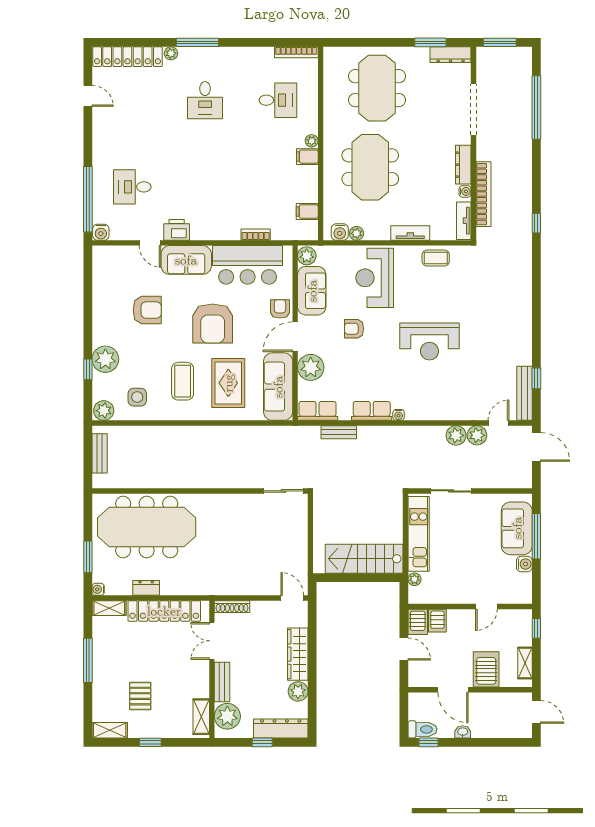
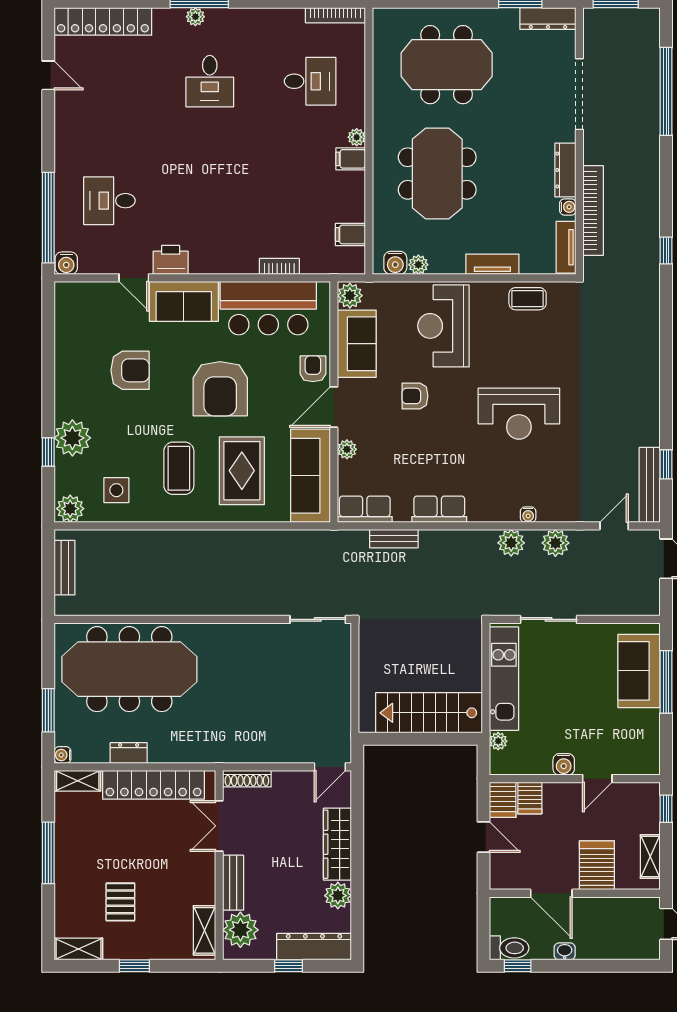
plant: (171, 53) -> (195, 17), moved
meeting table: (377, 88) -> (447, 65), turned 90
plant: (311, 367) -> (347, 449), width x0.53, depth x0.53
water cooler: (399, 415) -> (528, 515), moved
plant: (477, 435) -> (511, 543), moved
water cooler: (524, 564) -> (564, 764), moved, turned 90
door: (292, 598) -> (330, 767), swing flipped

